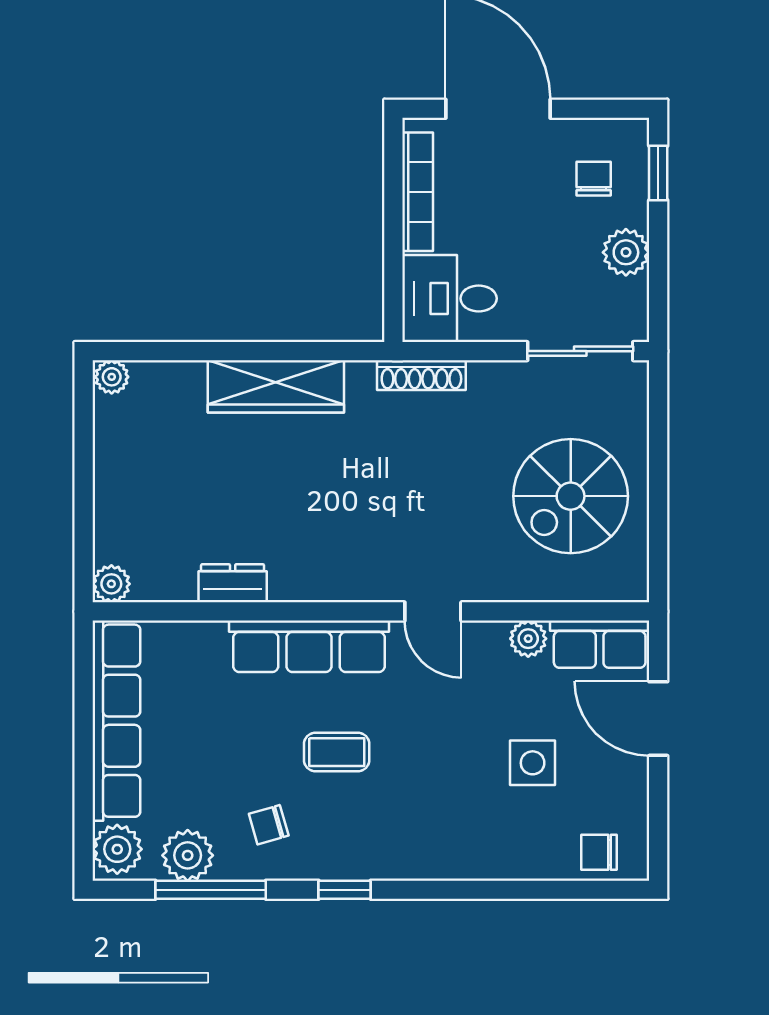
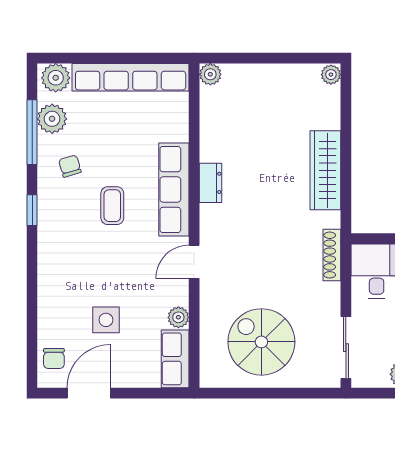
dresser: (233, 583) -> (211, 183), moved
door: (658, 719) -> (89, 393), moved
chair: (599, 852) -> (54, 359), turned 180

